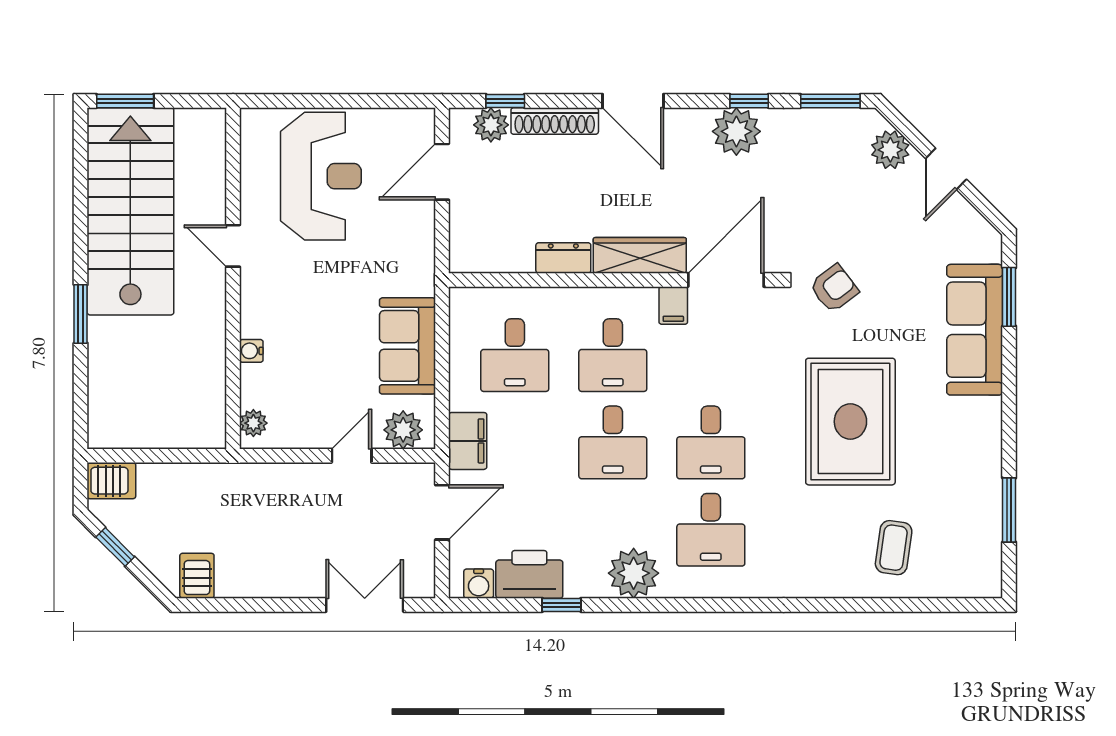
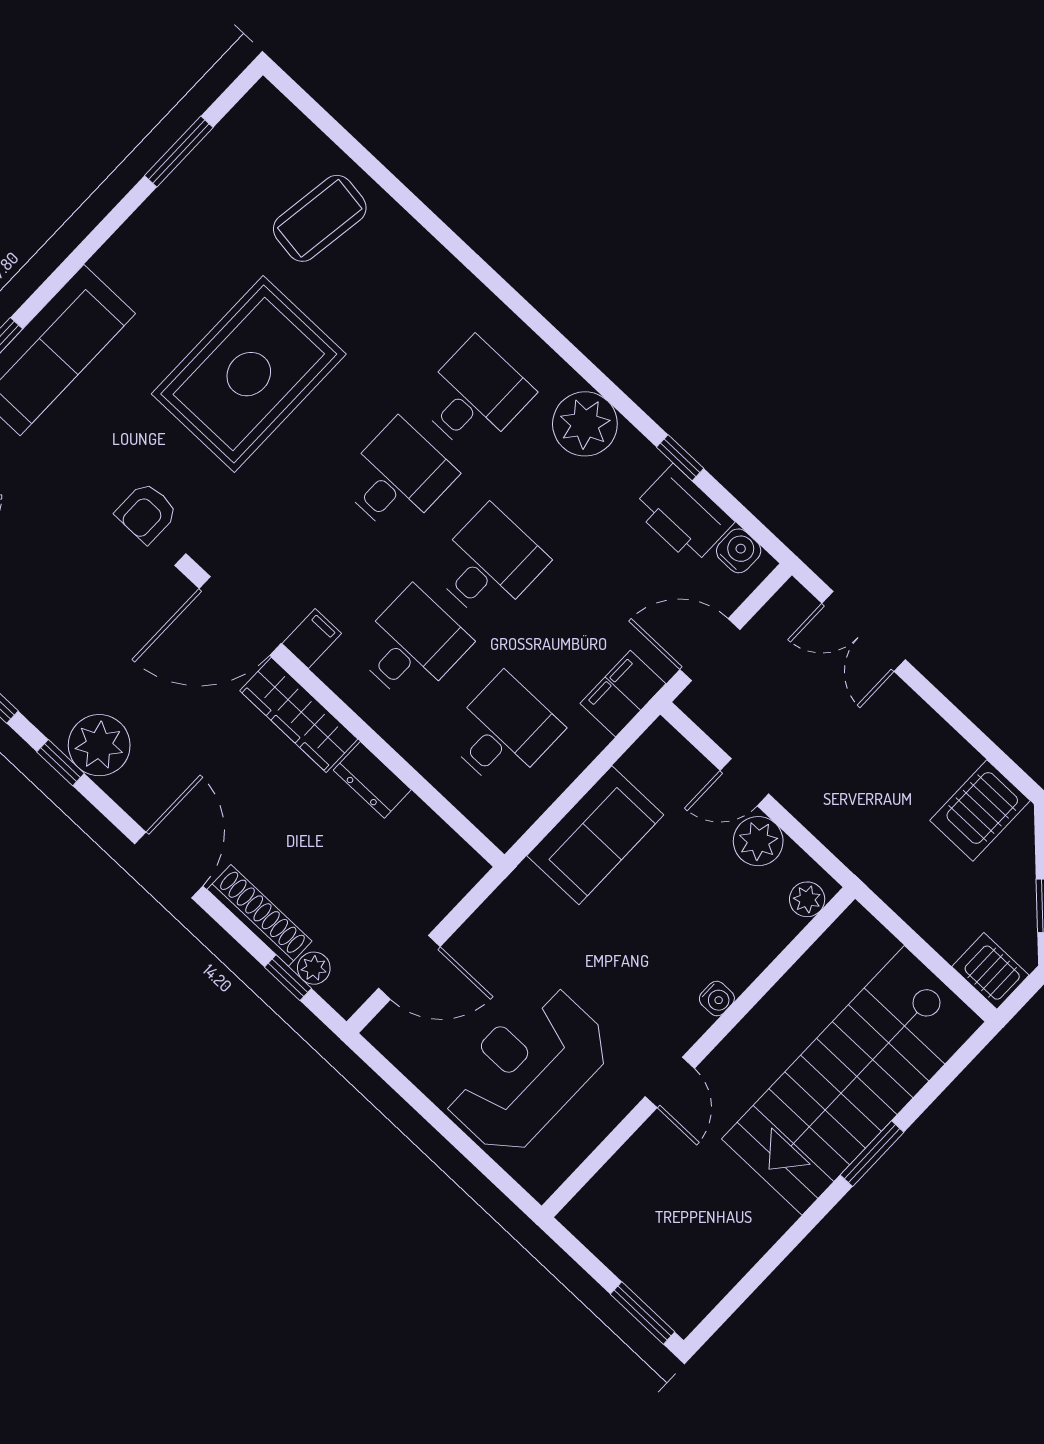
plant: (491, 125) -> (314, 968), width x0.73, depth x0.73
stairs: (130, 211) -> (853, 1080), moved
armchair: (834, 288) -> (147, 513), turned -53
water cooler: (251, 351) -> (717, 999), moved
plant: (403, 430) -> (758, 841), moved
coffee table: (894, 548) -> (320, 218), width x1.36, depth x1.30
server rack: (197, 576) -> (980, 810), width x1.36, depth x1.44

